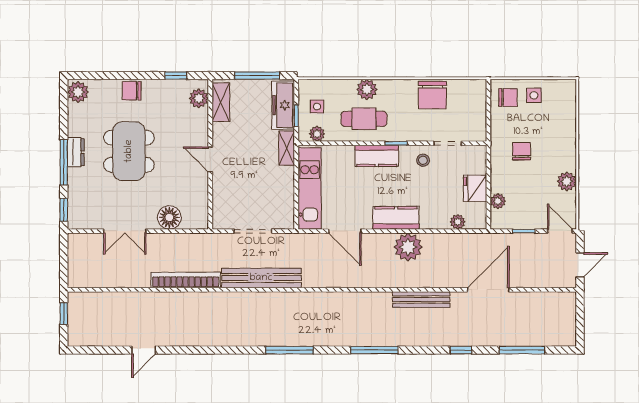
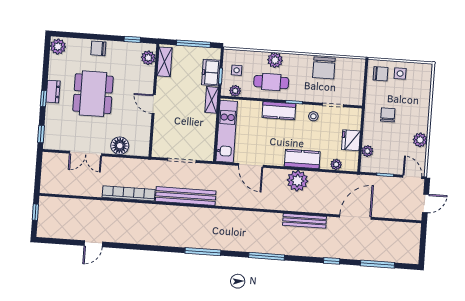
freezer: (283, 105) -> (211, 73), width x0.71
window: (64, 162) -> (43, 99), width x0.46
kitchen counter: (396, 218) -> (302, 159), moved

